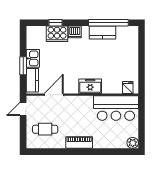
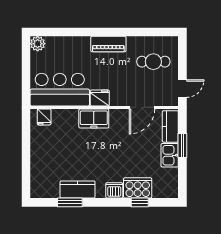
window: (108, 23) -> (70, 202), width x0.47
fridge: (86, 102) -> (100, 98), added

